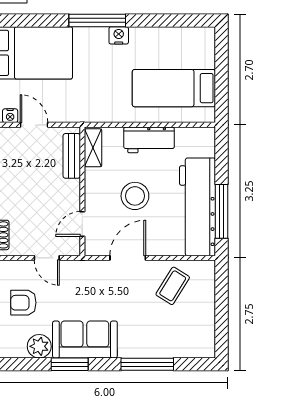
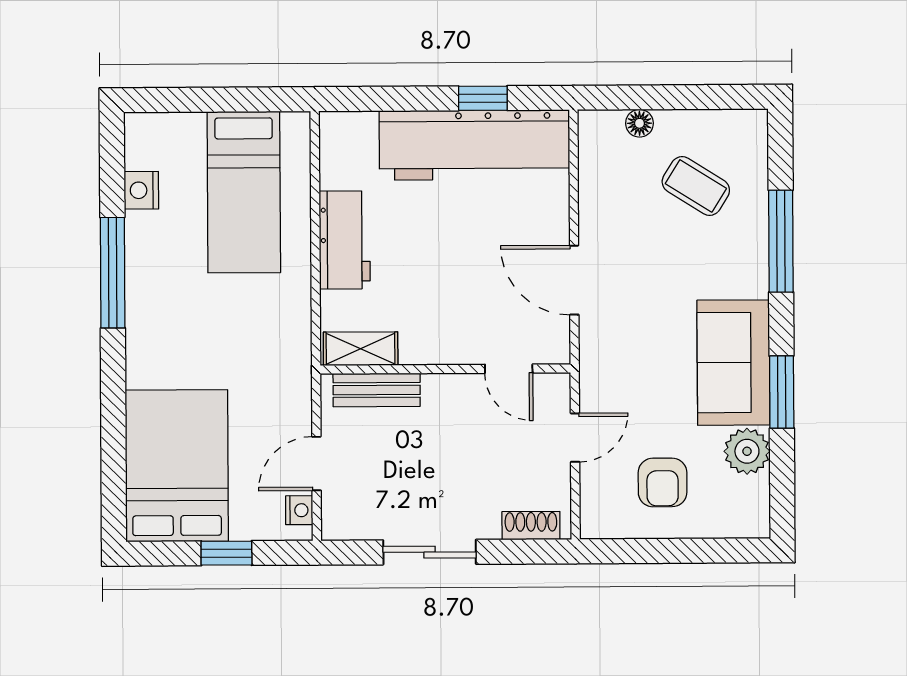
window: (97, 20) -> (113, 273), moved
nightstand: (119, 35) -> (141, 190), moved
stool: (135, 196) -> (454, 267), removed
window: (222, 211) -> (483, 98), width x0.46
coffee table: (173, 286) -> (696, 186), moved
floor lamp: (208, 292) -> (639, 123), added

